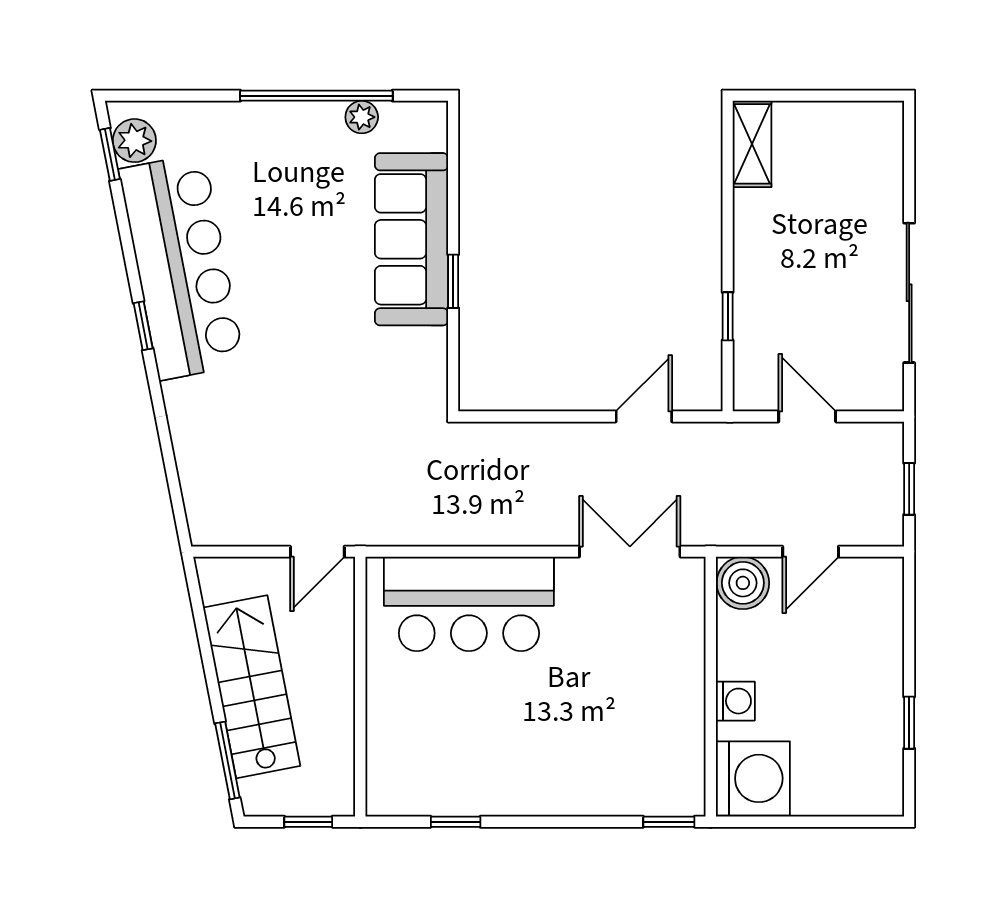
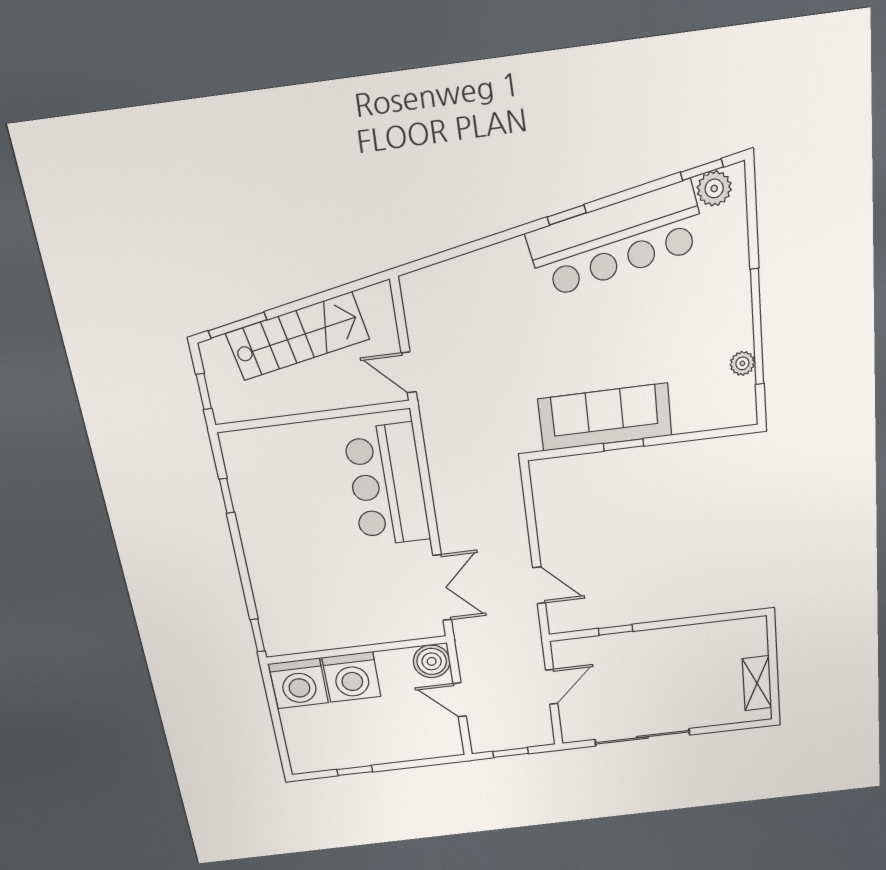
shelving: (752, 144) -> (757, 683), moved, turned 90
sofa: (411, 239) -> (605, 417), moved
washing machine: (735, 701) -> (351, 677), width x1.89, depth x1.89

